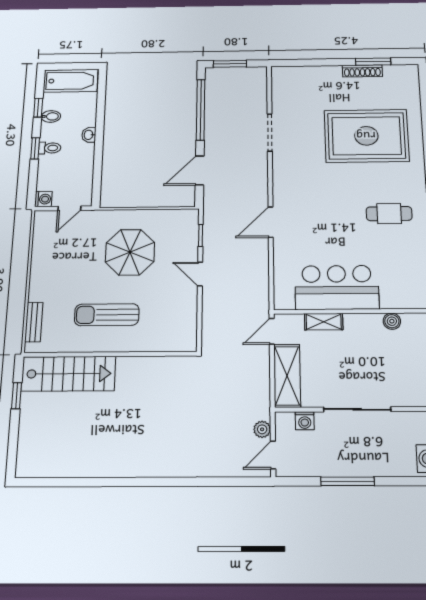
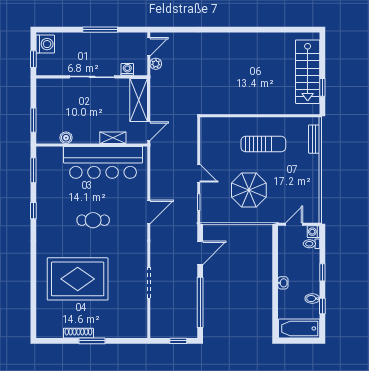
window: (373, 62) -> (92, 341), moved
window: (230, 64) -> (178, 341), width x0.67
toilet: (50, 148) -> (311, 244), moved
cafe table: (389, 214) -> (93, 220), moved
bar counter: (337, 287) -> (103, 162), width x1.36
stairs: (68, 374) -> (308, 72), moved, turned -90

